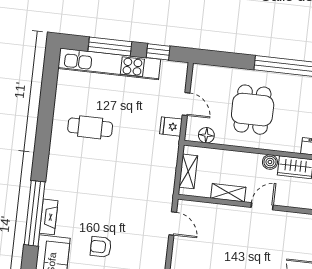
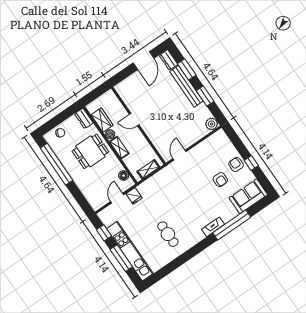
dining table: (253, 110) -> (90, 151), moved
shelving: (228, 193) -> (119, 148), moved
fireplace: (49, 217) -> (213, 227), moved

